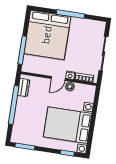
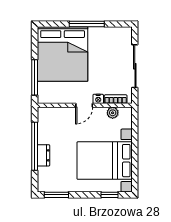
plant: (70, 86) -> (113, 113), moved
dresser: (24, 87) -> (43, 155), moved

